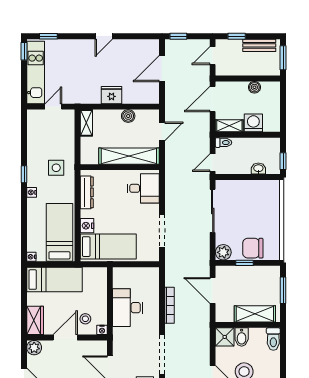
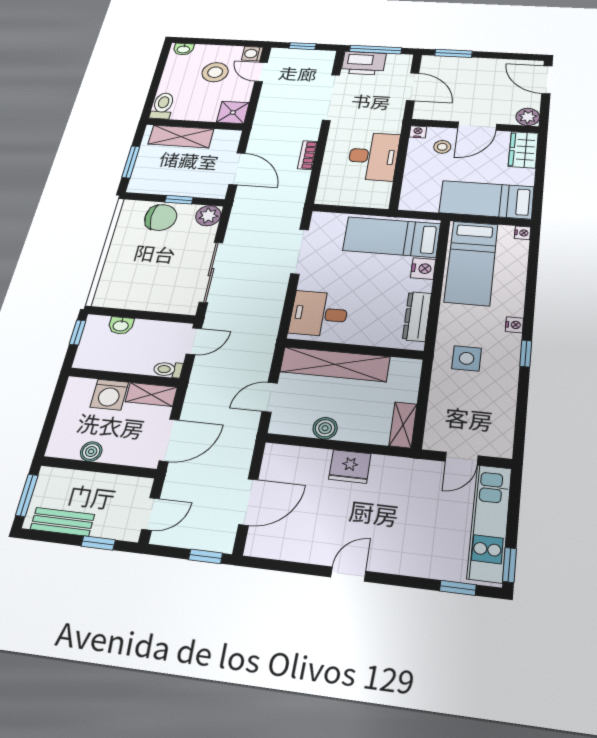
bookcase: (169, 305) -> (308, 155), width x0.64
bidet: (242, 337) -> (208, 111), removed

